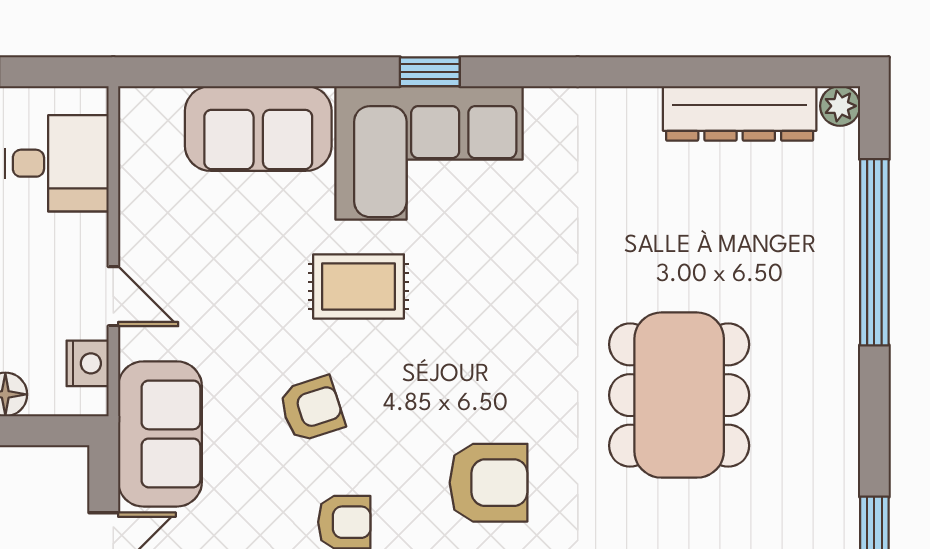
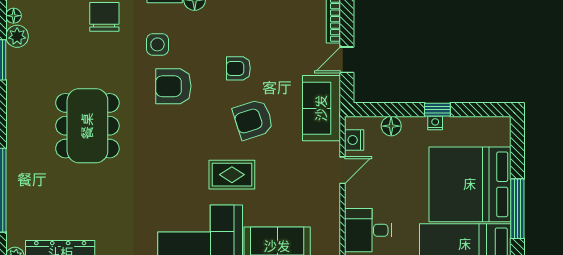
door: (113, 296) -> (343, 170), swing flipped
armchair: (312, 409) -> (253, 119), width x1.38, depth x1.38

